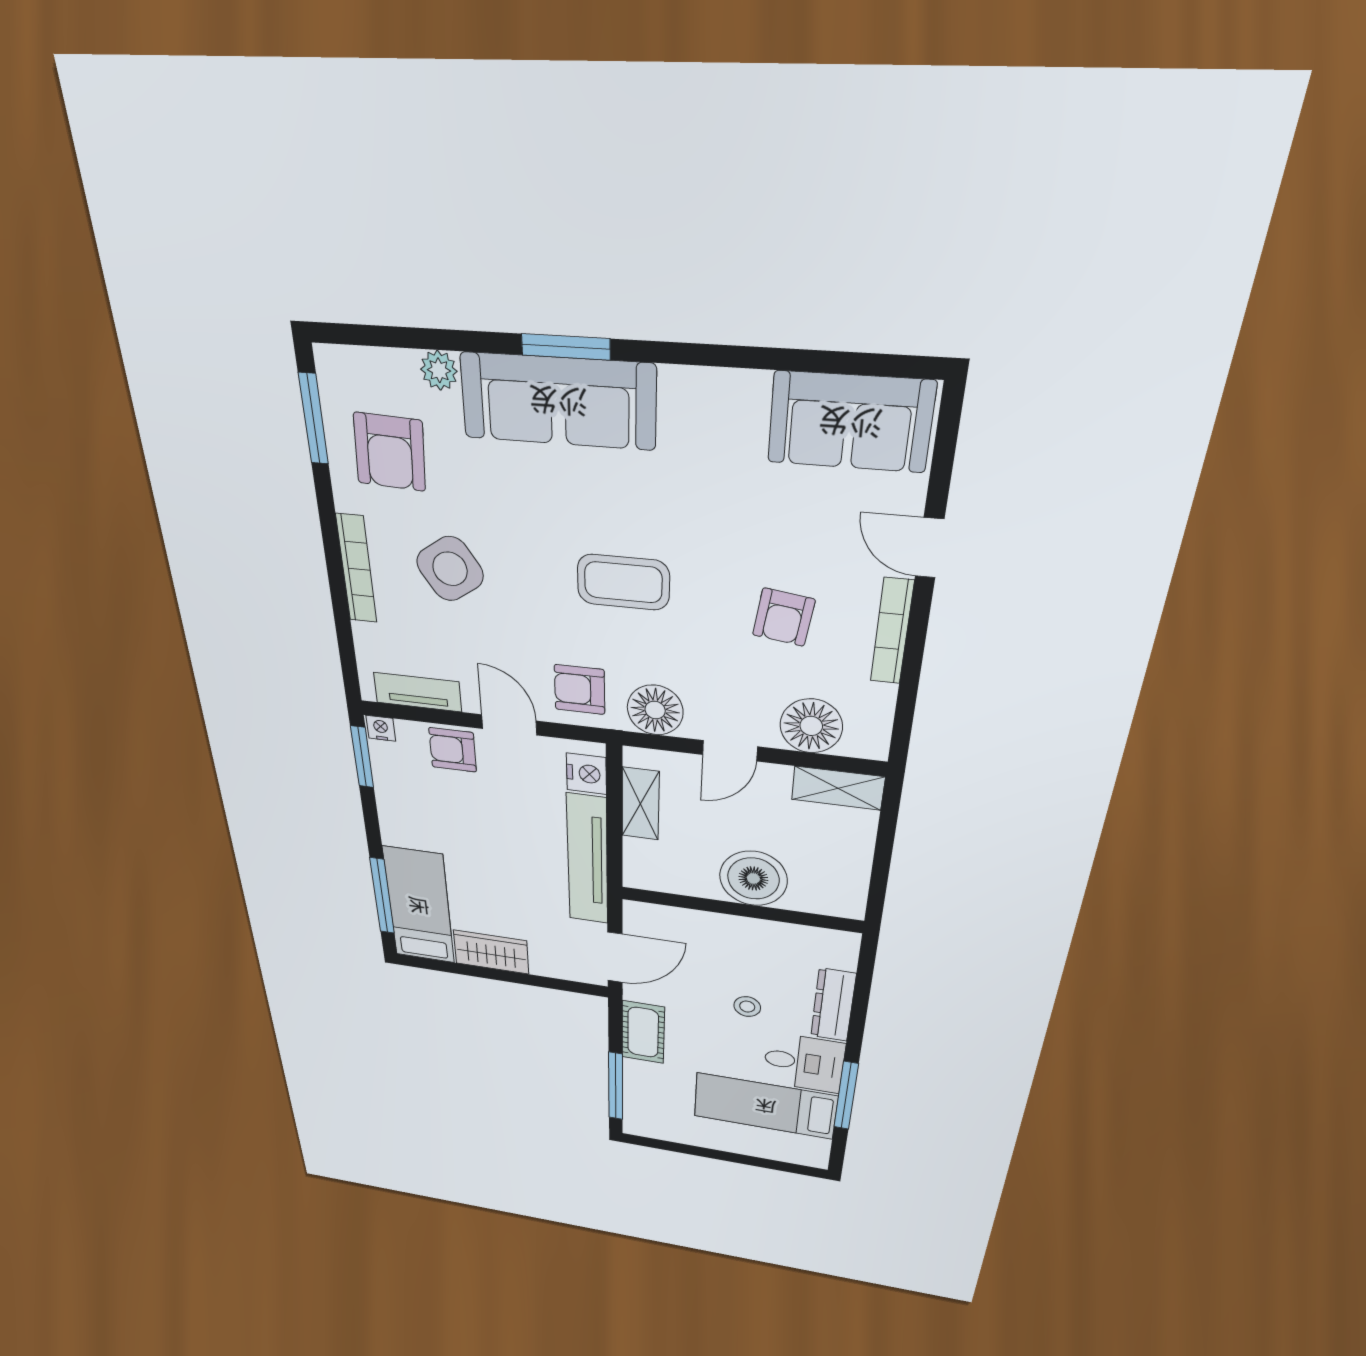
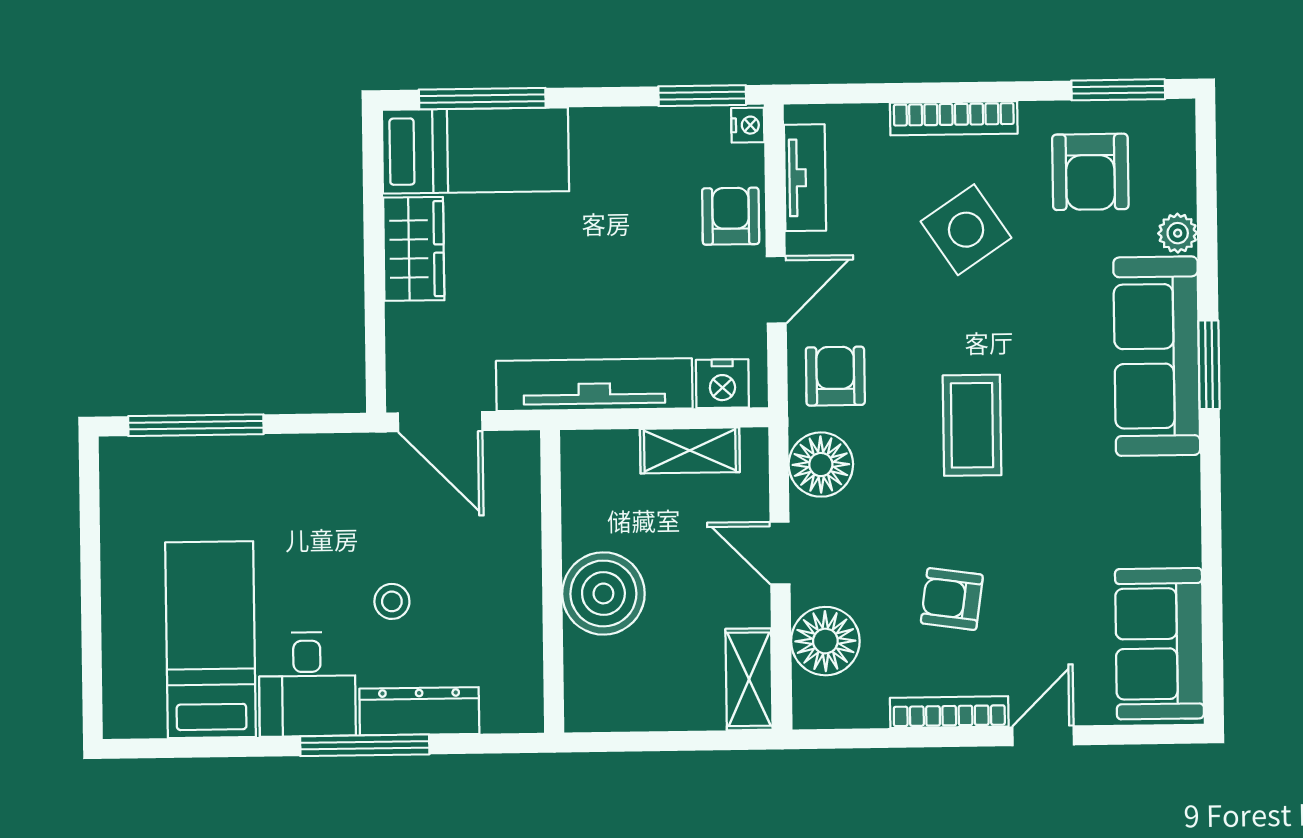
armchair: (390, 452) -> (1090, 172), turned -93
cot: (643, 1032) -> (312, 463), removed
window: (846, 1096) -> (365, 745), moved

